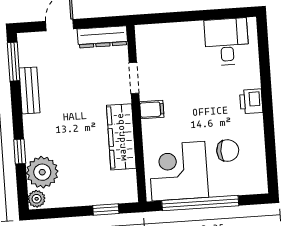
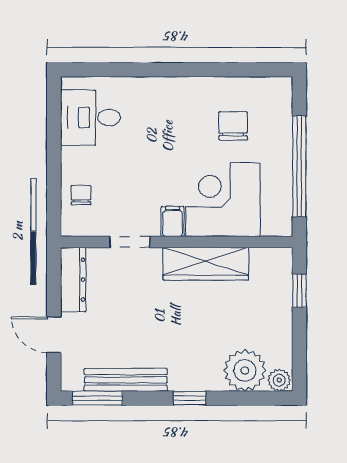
chair: (167, 38) -> (81, 195), added
bench: (29, 90) -> (126, 380), width x1.36
printer: (251, 101) -> (171, 91), removed
window: (20, 151) -> (190, 398), moved
corner desk: (178, 171) -> (223, 200), moved, turned 90

